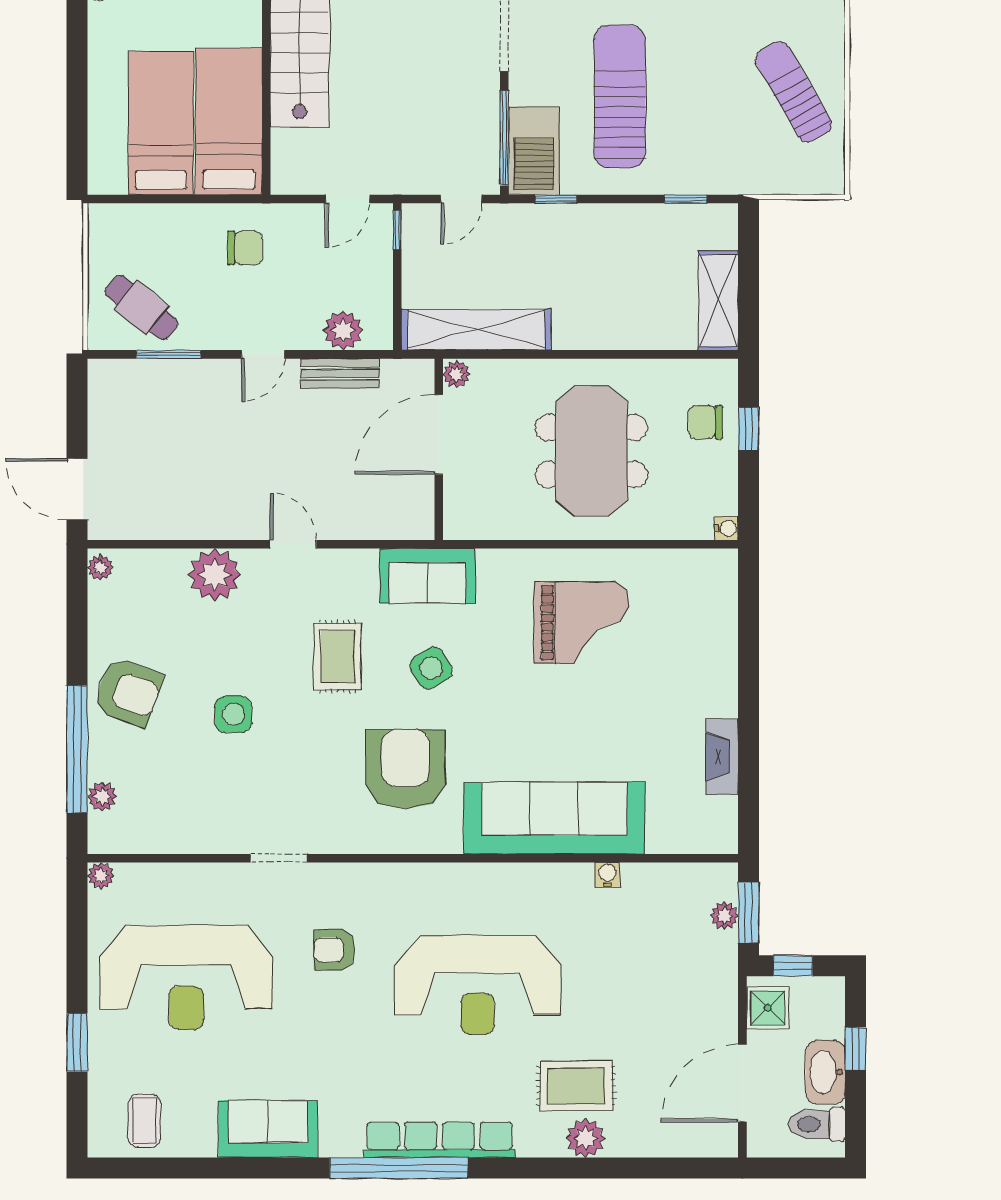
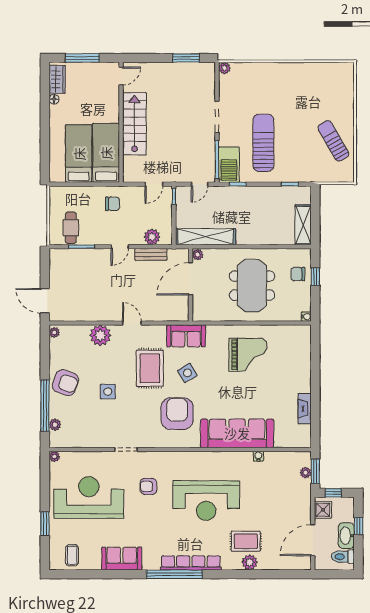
cafe table: (141, 307) -> (71, 228), turned 51
rug: (338, 656) -> (150, 368), width x1.36, depth x1.43
reception desk: (186, 978) -> (89, 498), turned 180

